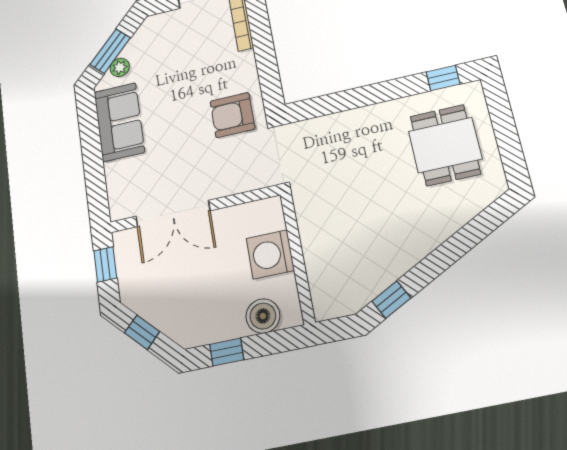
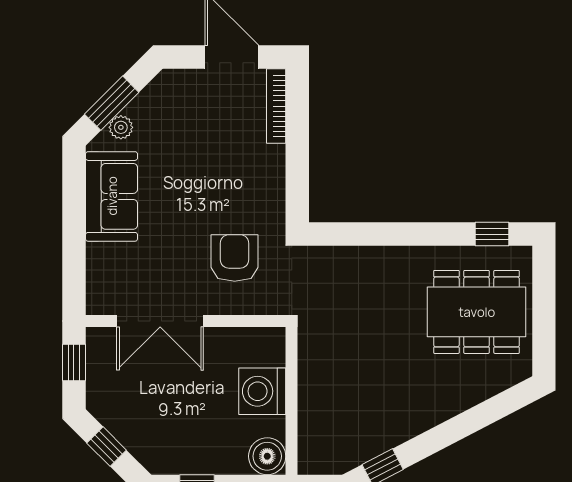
armchair: (232, 115) -> (235, 258), moved, turned 90
dining table: (445, 145) -> (477, 312), width x1.37
boiler: (263, 316) -> (267, 456), moved

